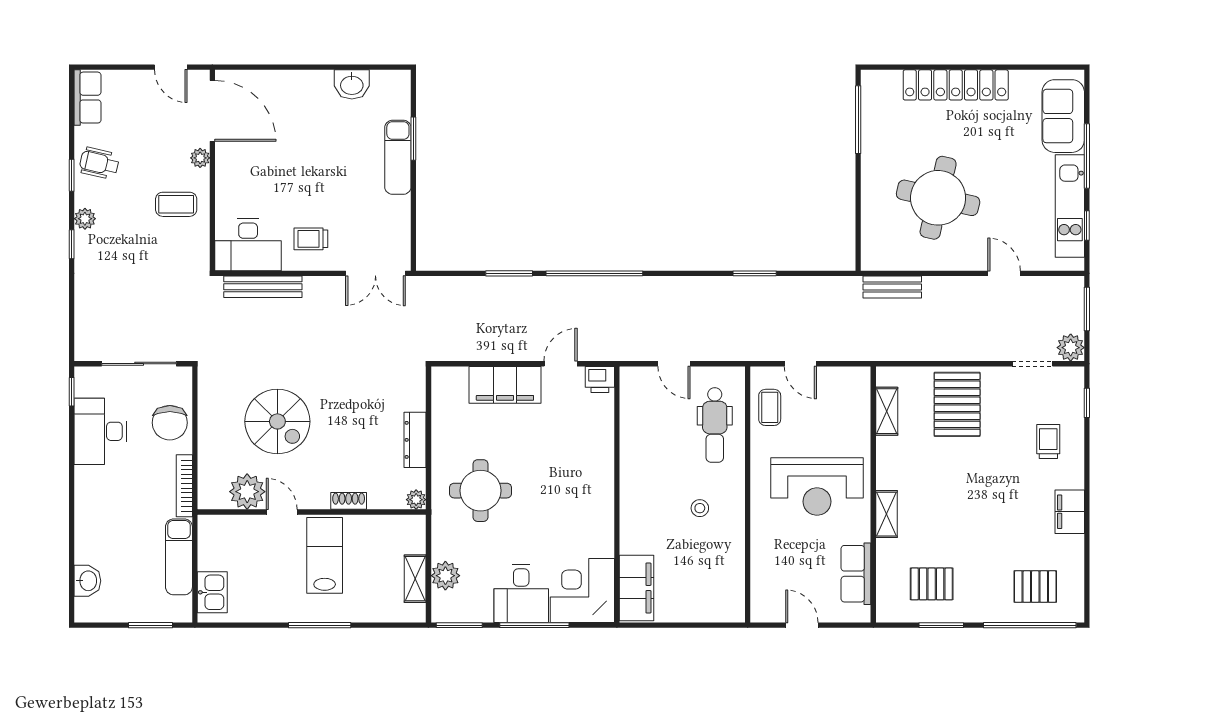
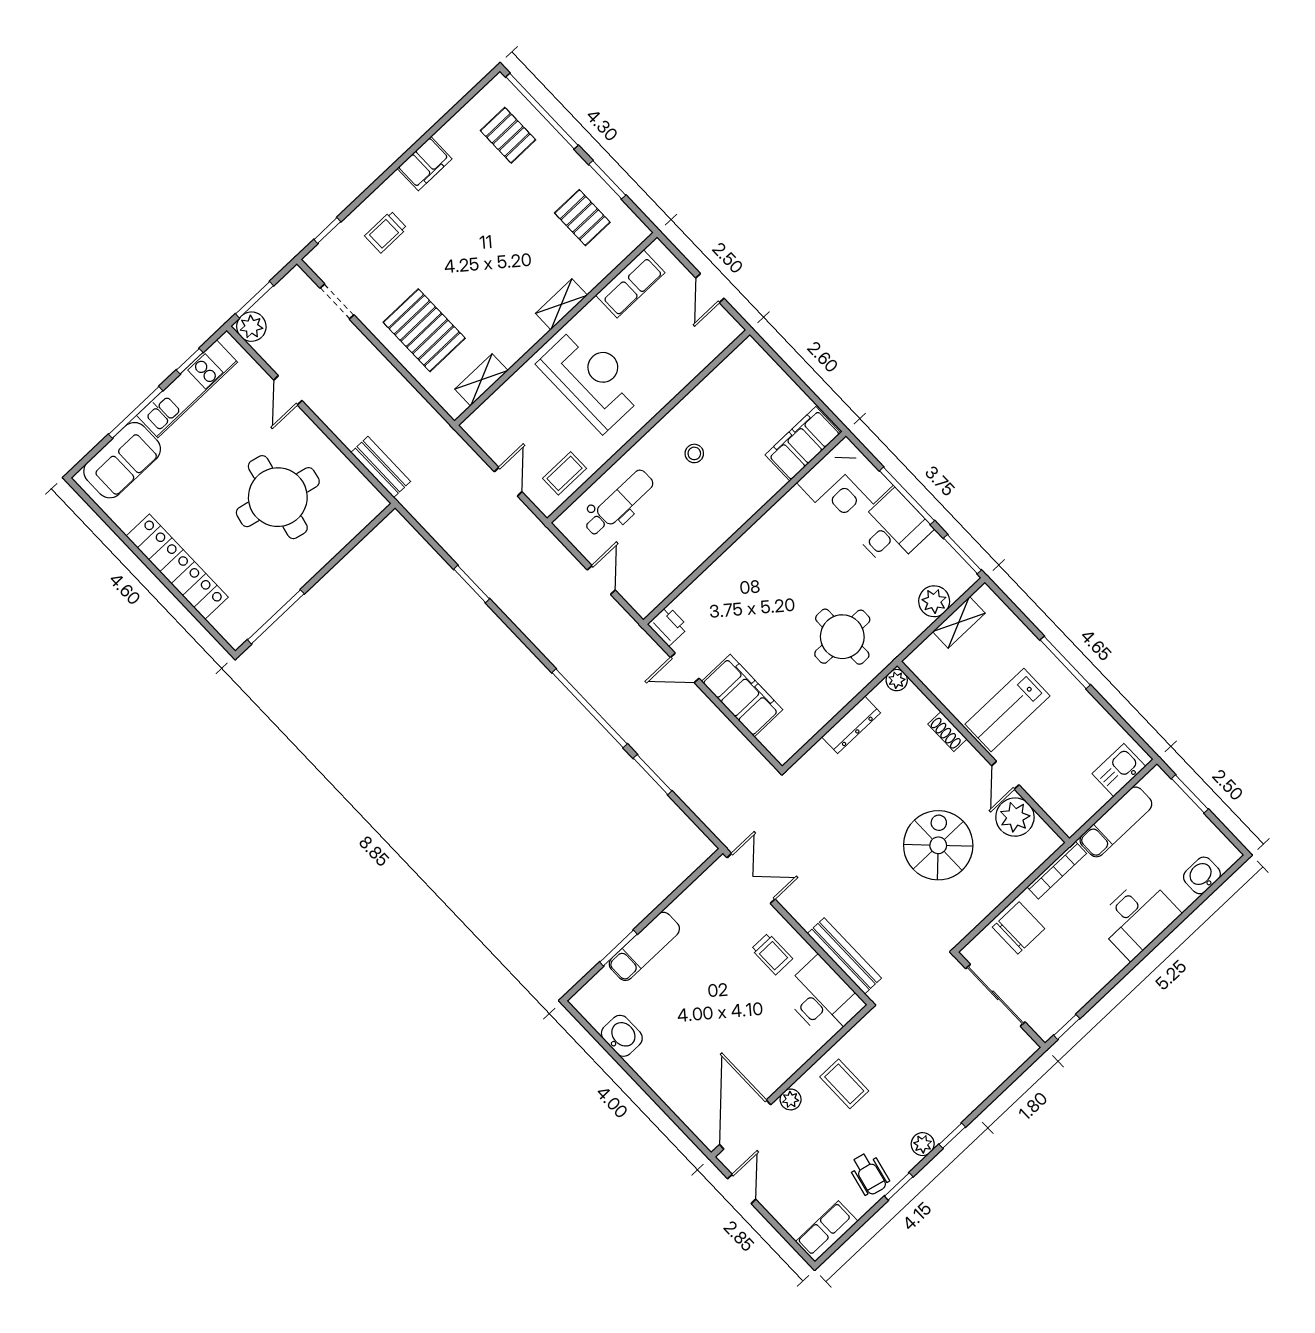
plant: (1071, 348) -> (251, 327), moved
pallet: (957, 404) -> (424, 330), turned 90
desk: (100, 431) -> (1137, 918), moved

